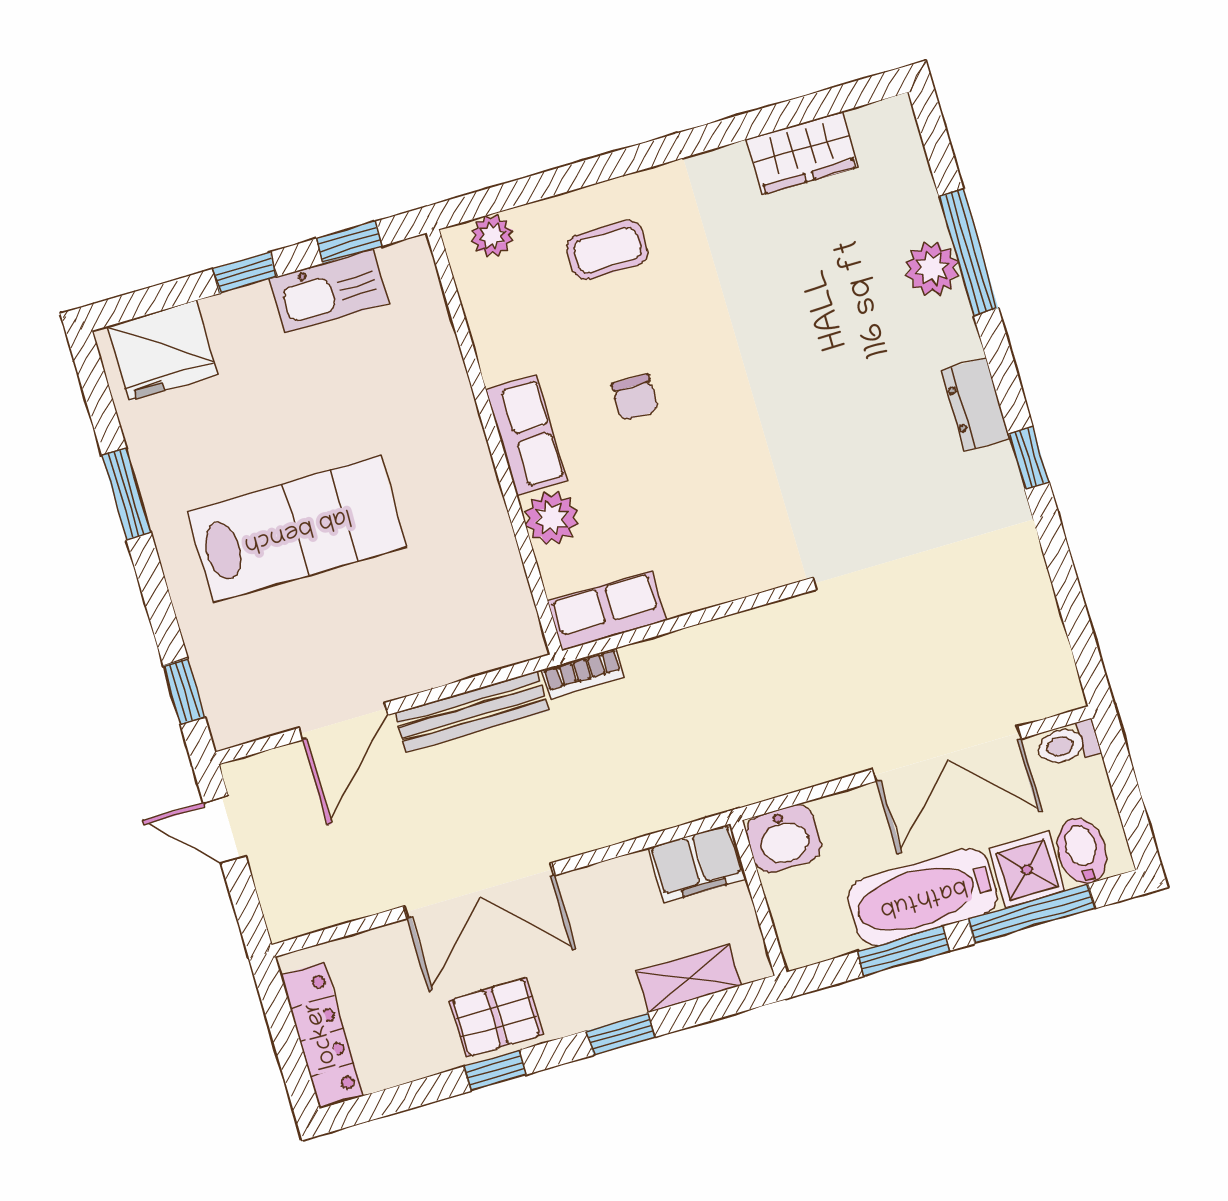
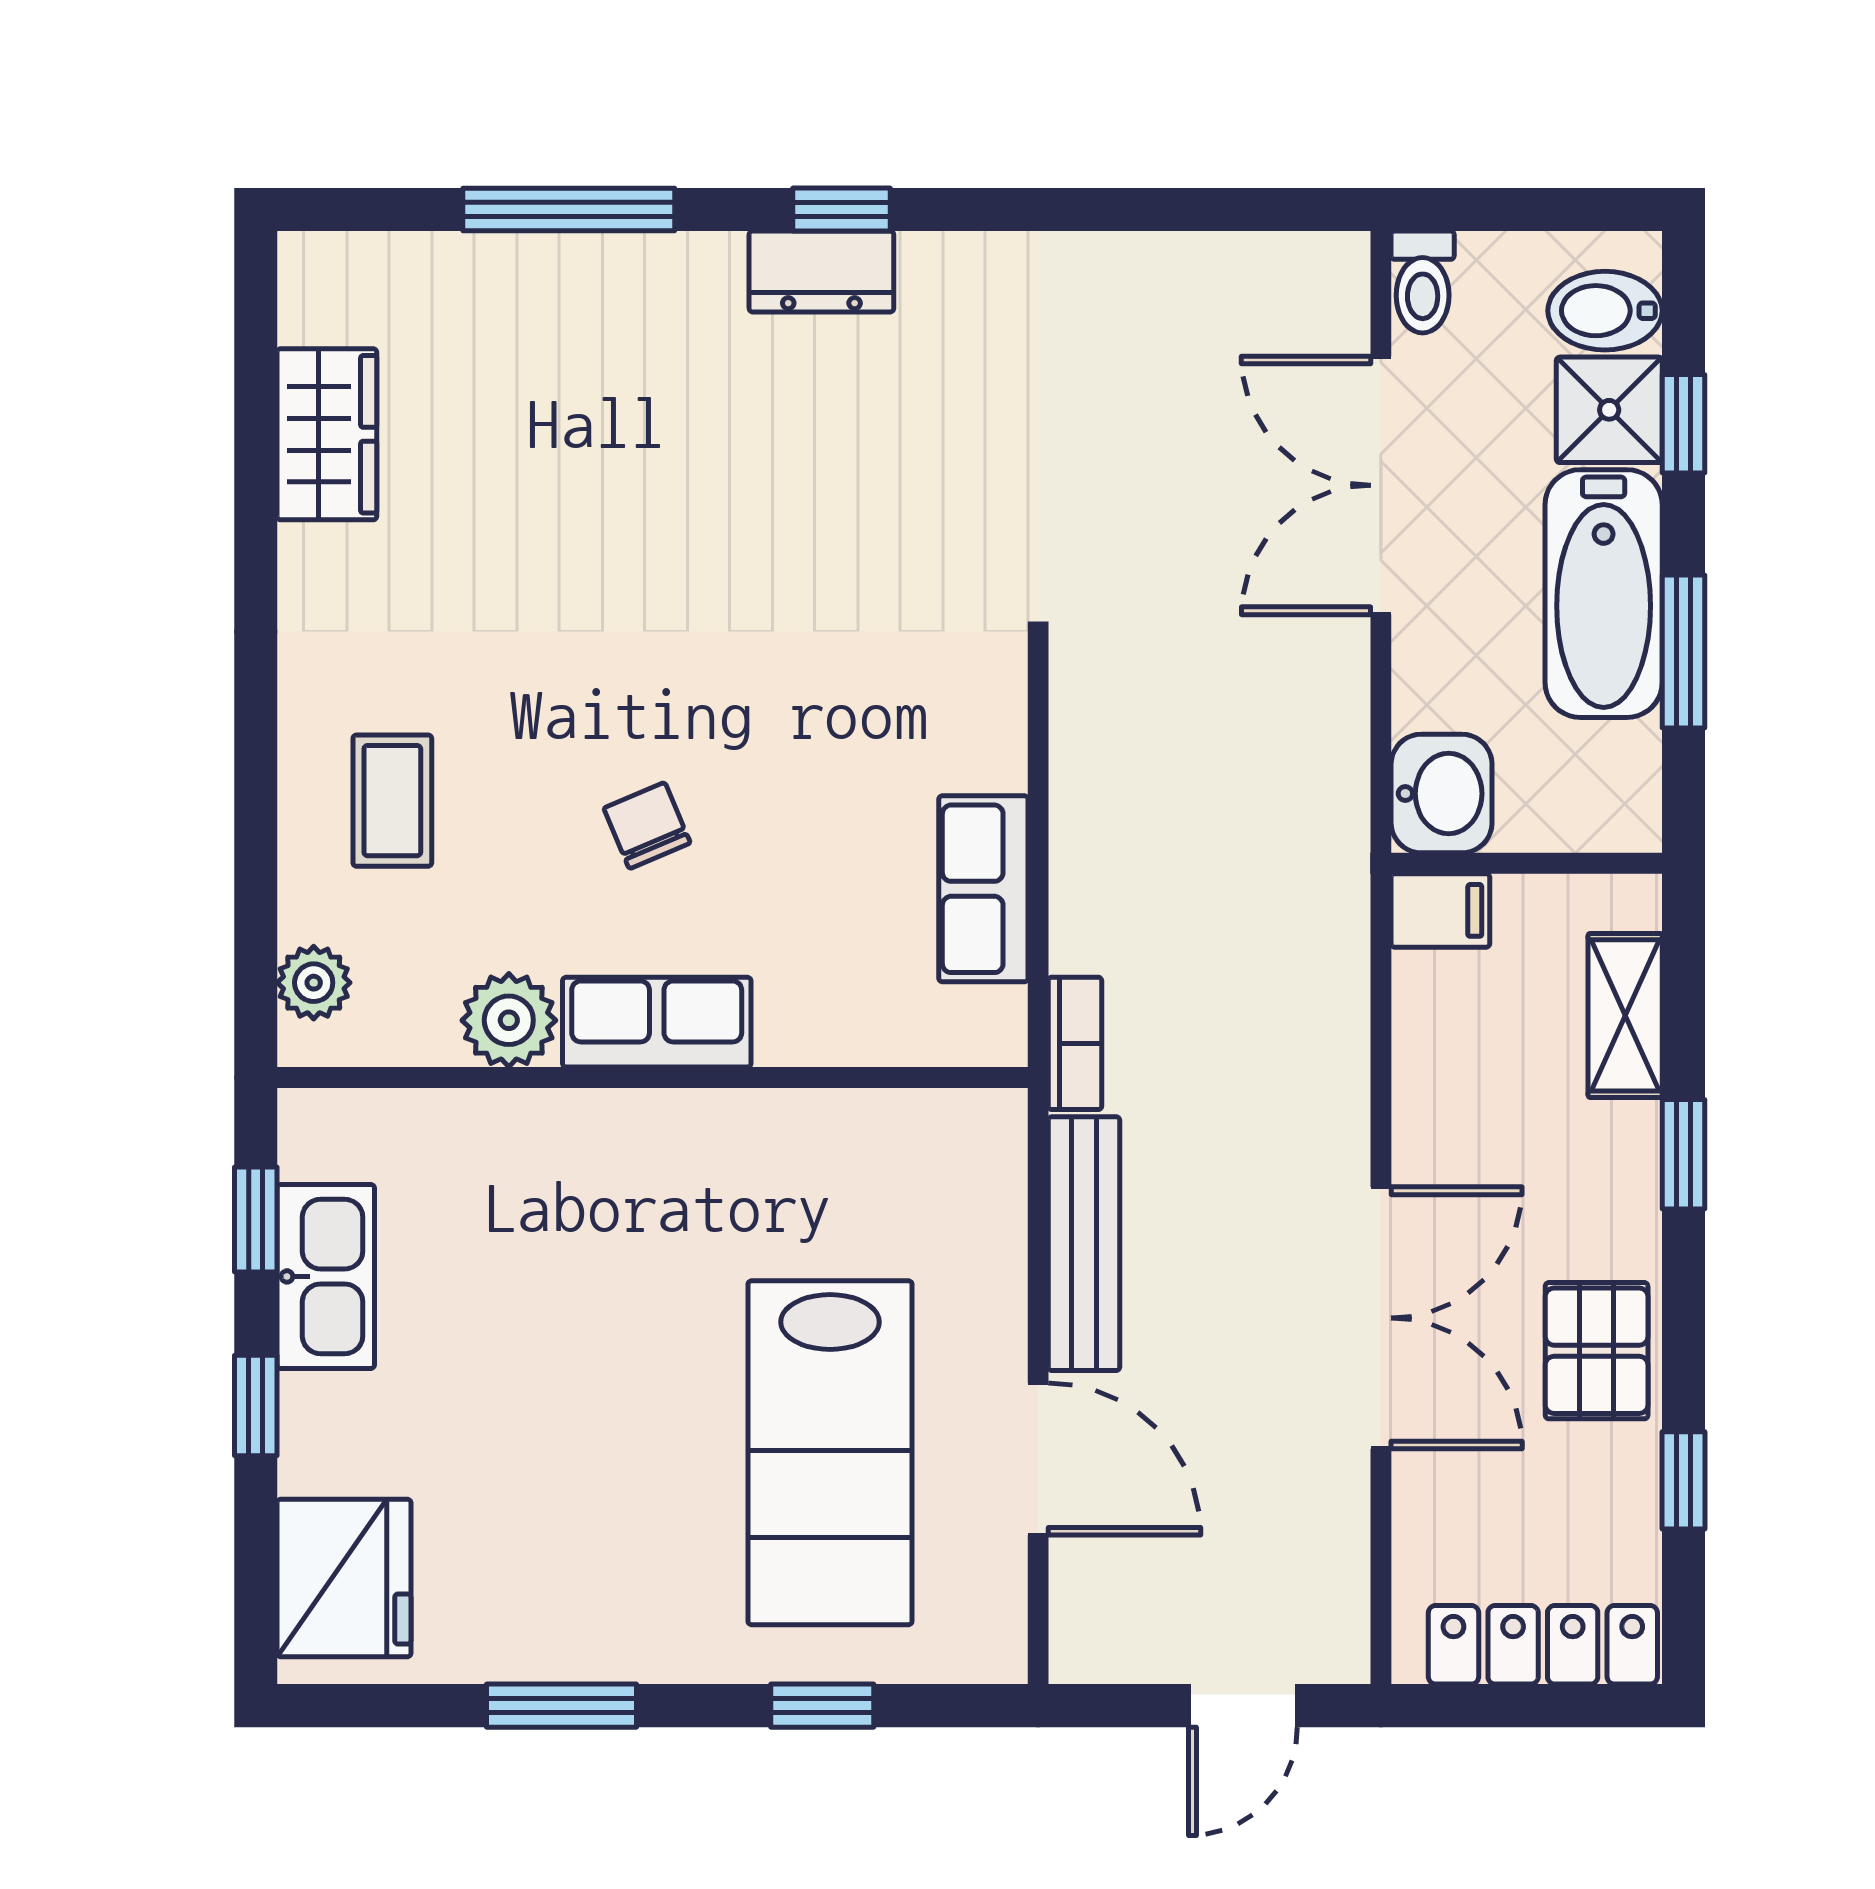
plant: (932, 269) -> (578, 278), removed
chair: (635, 397) -> (647, 826), turned -113
window: (1029, 458) -> (841, 209), moved
plant: (552, 518) -> (509, 1020), moved
lab bench: (297, 529) -> (830, 1453), moved, turned 180
row of seats: (607, 611) -> (983, 889), moved
window: (184, 691) -> (822, 1706), moved
double door: (947, 754) -> (1381, 485), swing flipped
door: (225, 830) -> (1243, 1706), moved
filing cabinet: (697, 863) -> (1440, 910), width x0.50
window: (1031, 914) -> (1683, 424), width x0.46
window: (495, 1071) -> (1683, 1480), moved

